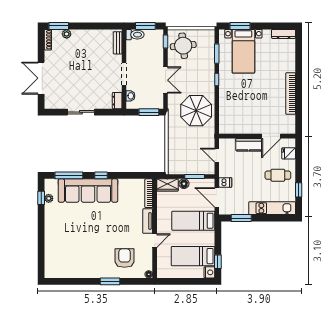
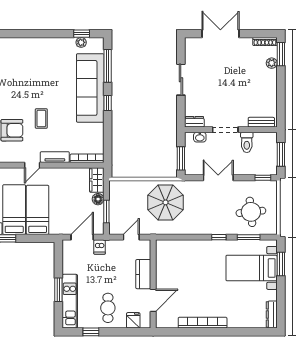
toilet: (135, 35) -> (247, 142), moved
round table: (183, 46) -> (251, 212), moved
double door: (165, 80) -> (218, 178), swing flipped
parasol: (196, 111) -> (166, 202), moved
door: (271, 136) -> (153, 300), swing flipped
window: (241, 218) -> (58, 290), moved
bed: (193, 221) -> (38, 210), moved
coffee table: (114, 233) -> (41, 118), added
door: (155, 241) -> (32, 165), hinge flipped

